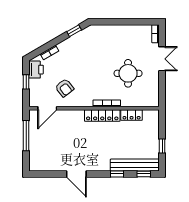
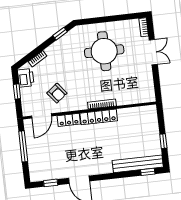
round table: (128, 73) -> (104, 51), moved, width x1.36, depth x1.36
locker: (132, 115) -> (69, 120), moved
window: (117, 174) -> (51, 183), moved

